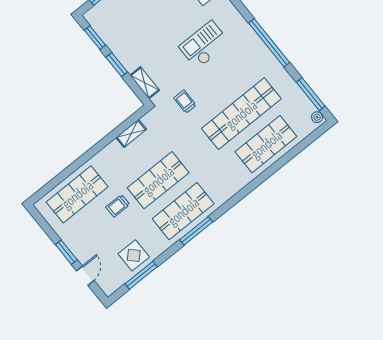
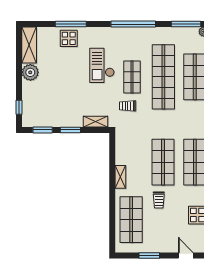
shop shelf: (217, 83) -> (132, 77), added
shelving: (131, 133) -> (120, 177), moved
window: (66, 252) -> (149, 255), moved

